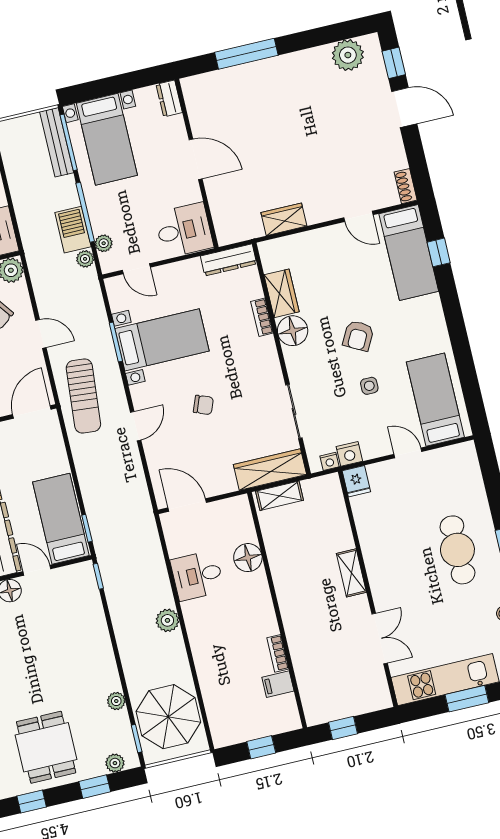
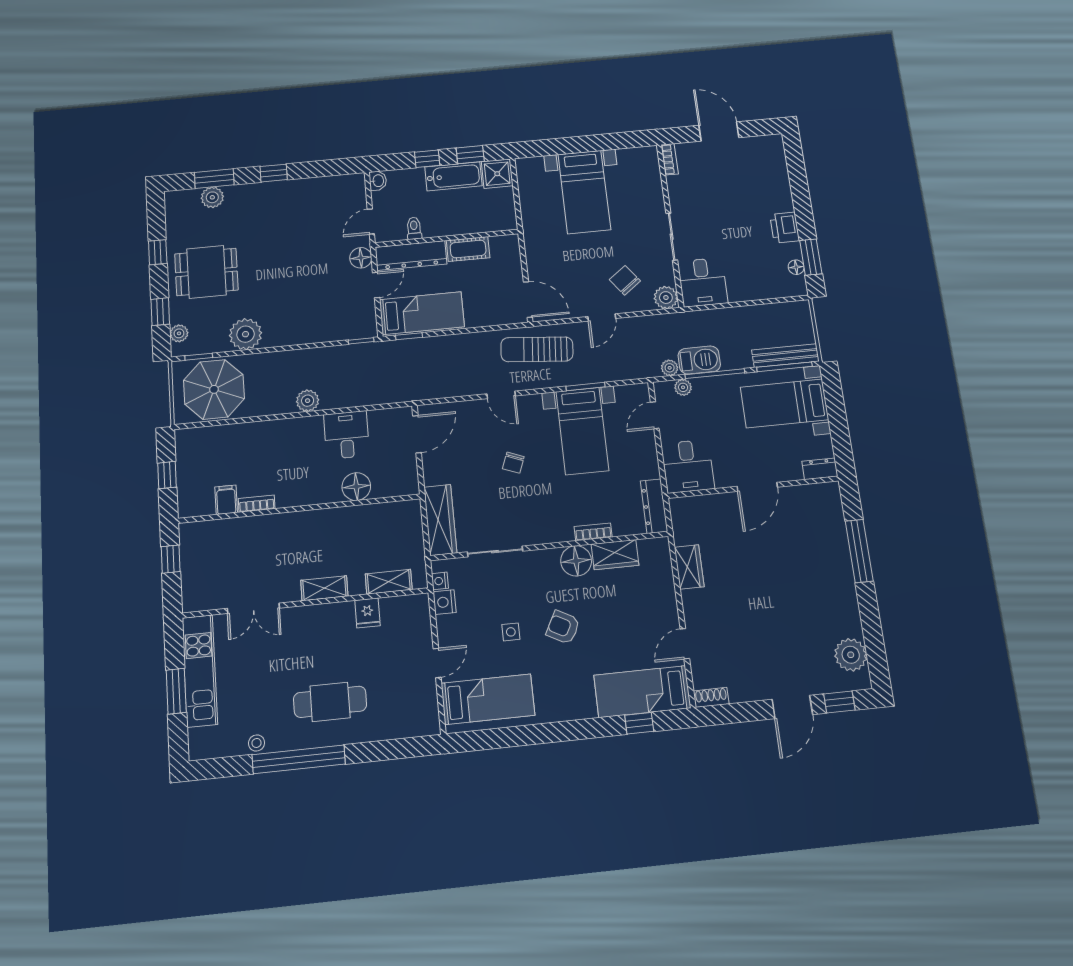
fridge: (356, 481) -> (367, 613), moved, turned -90
shelving: (279, 496) -> (389, 582), moved, turned 90
plant: (116, 701) -> (246, 334), width x1.88, depth x1.88

